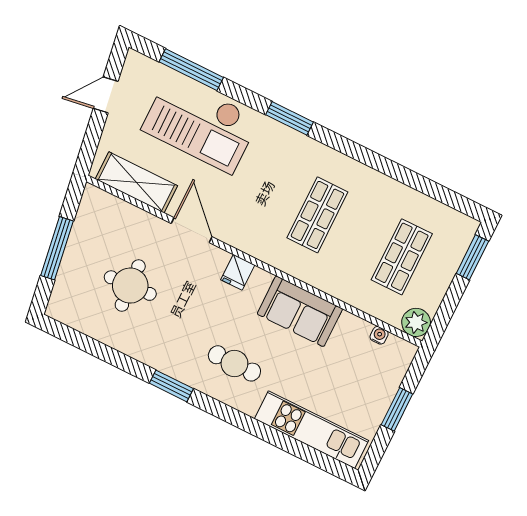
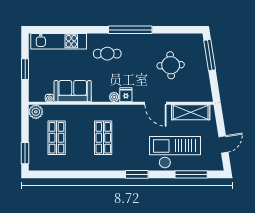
window: (57, 248) -> (210, 55), moved
plant: (261, 279) -> (114, 97), added
sofa: (300, 311) -> (73, 91), moved
window: (171, 386) -> (130, 30), width x2.11

